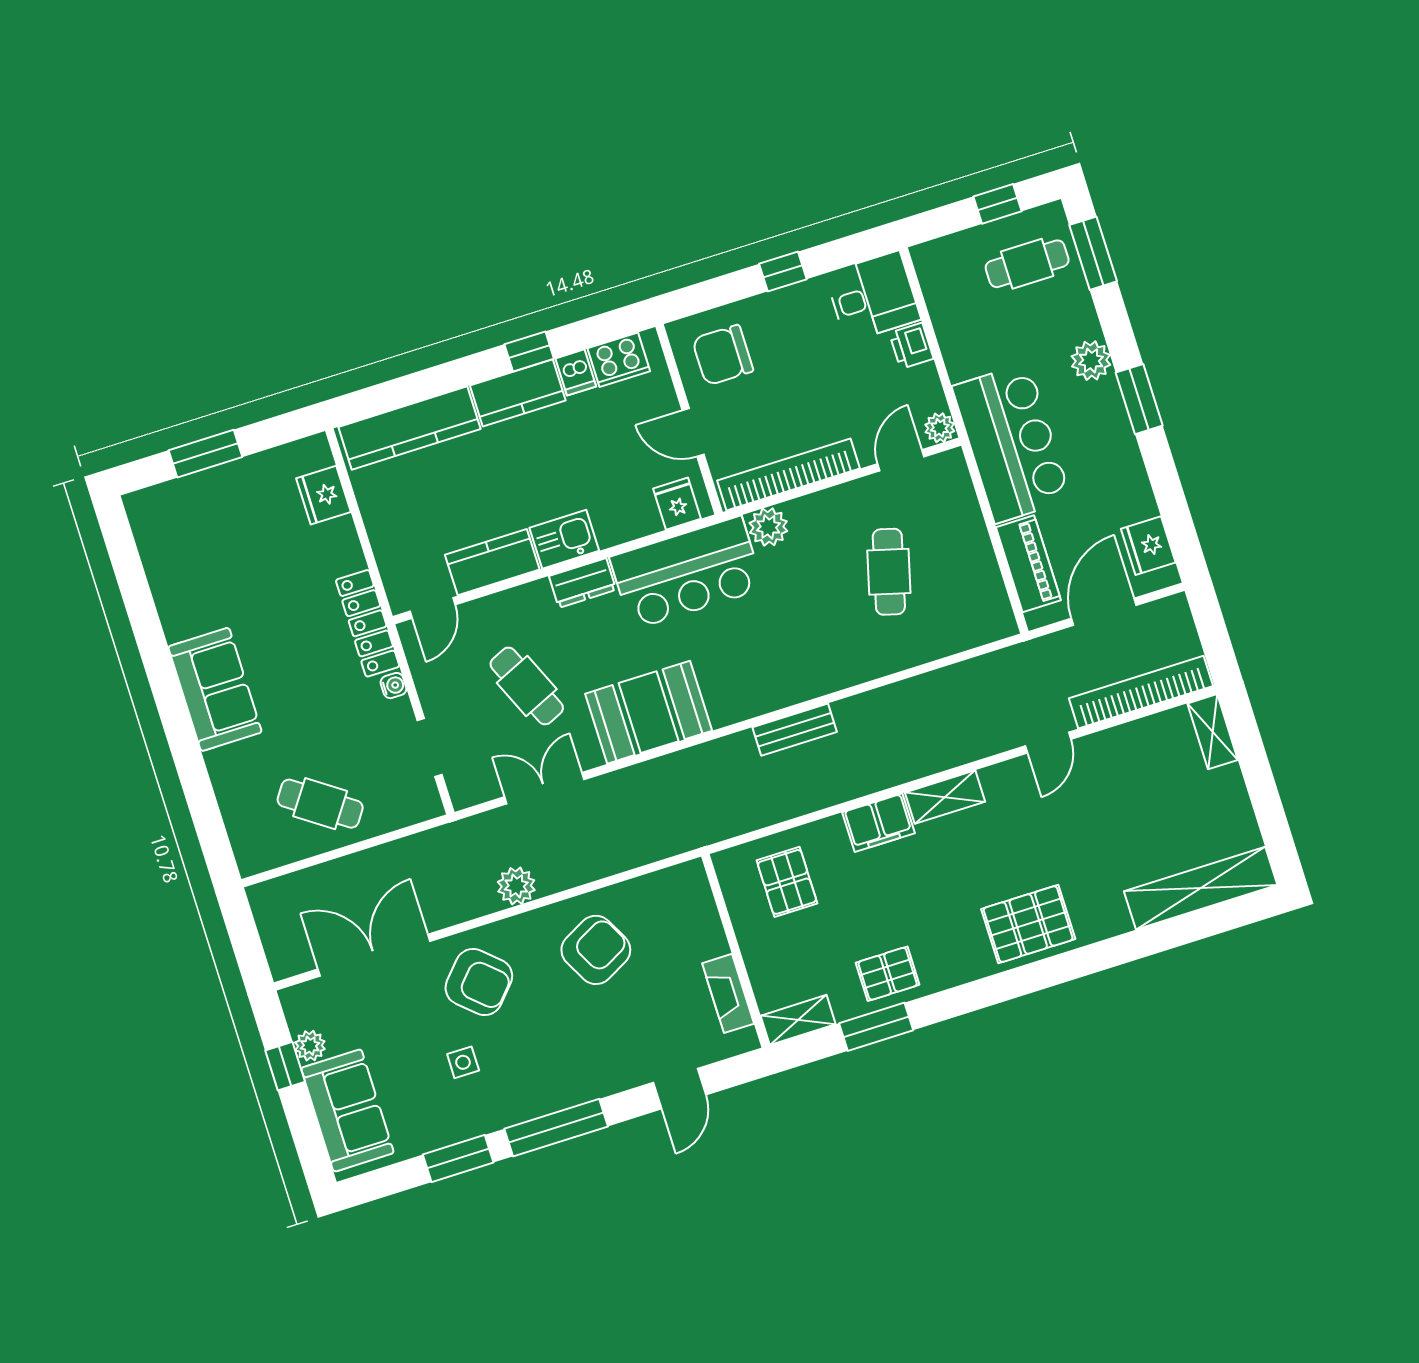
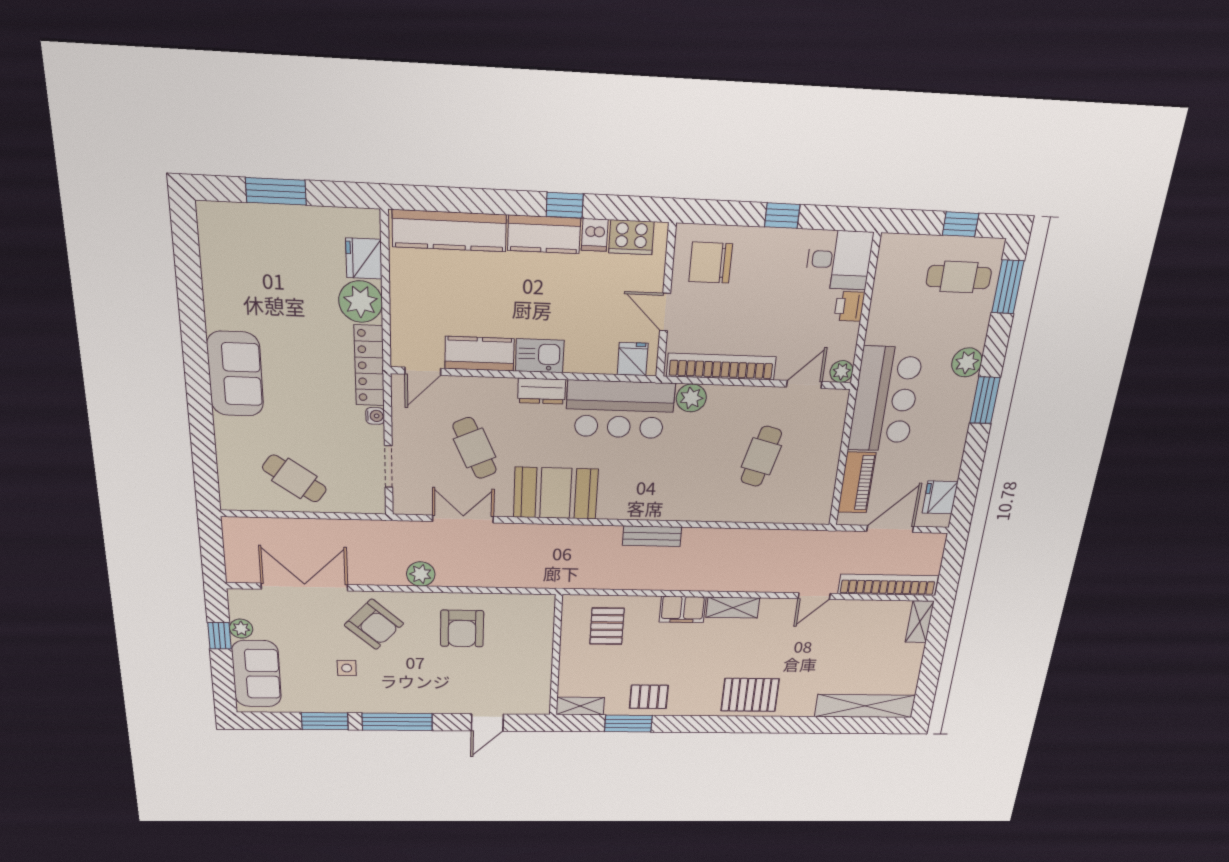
plant: (335, 548) -> (361, 302), added
armchair: (596, 950) -> (462, 628), turned 118
fireplace: (728, 993) -> (541, 679), removed

